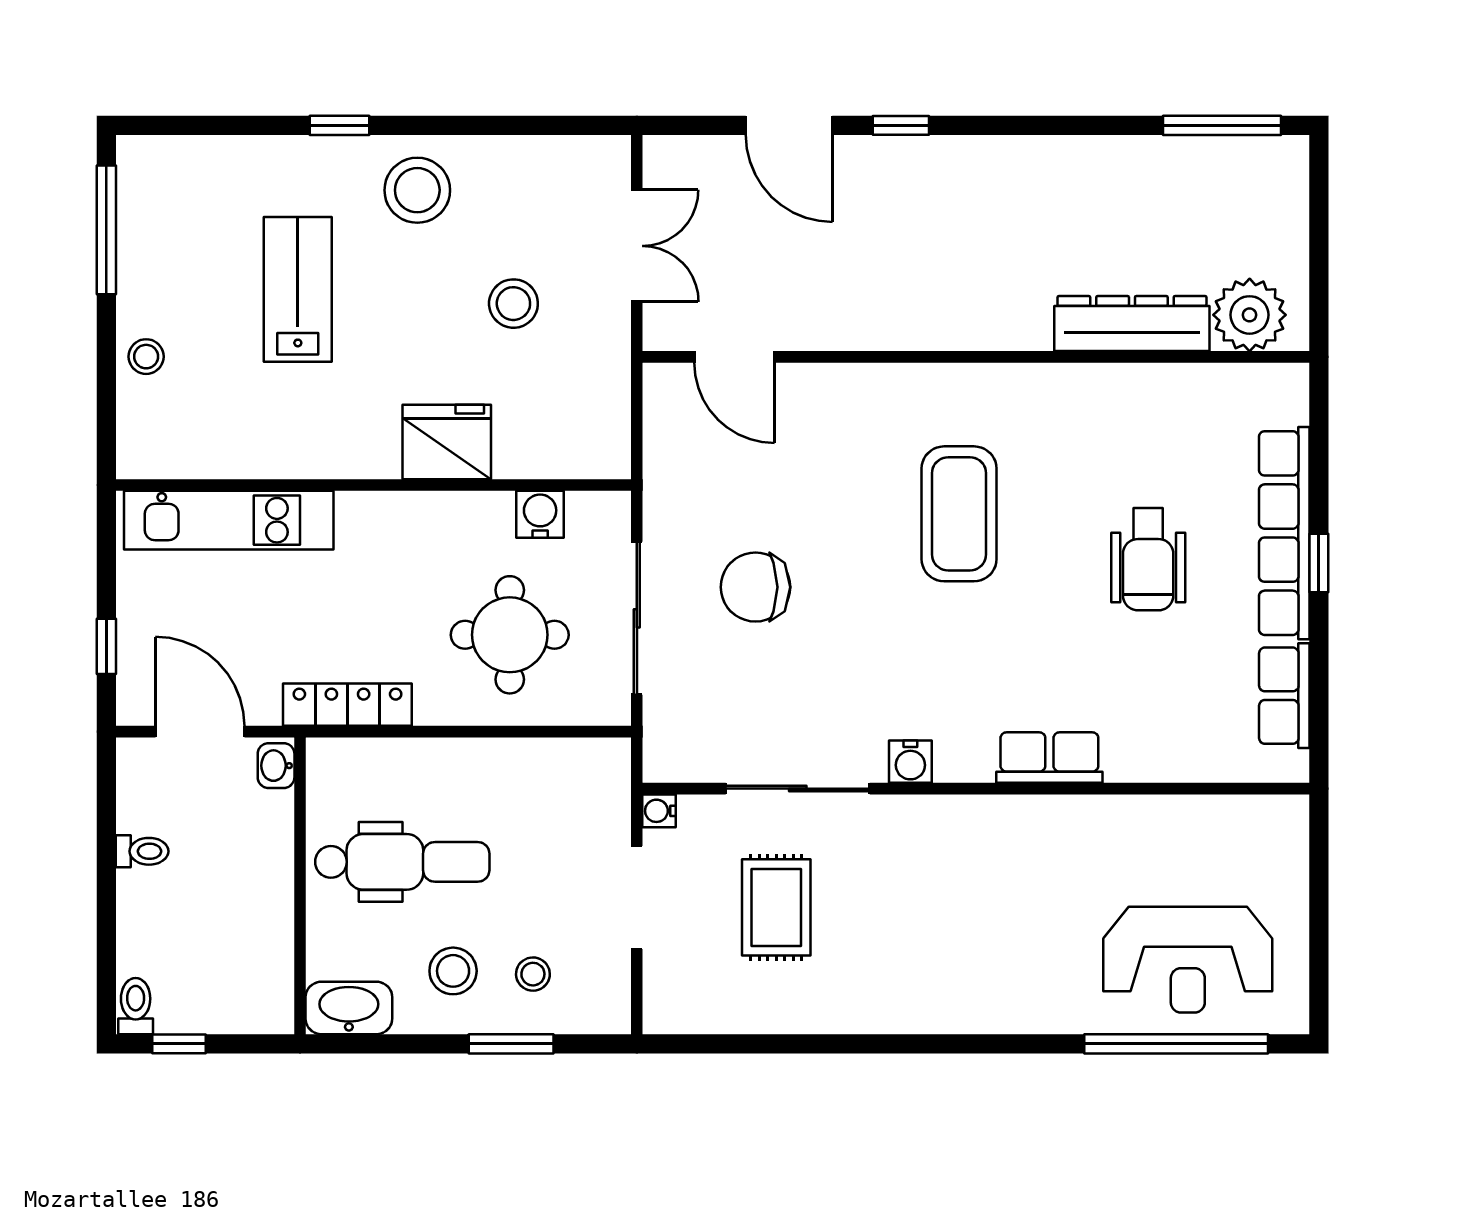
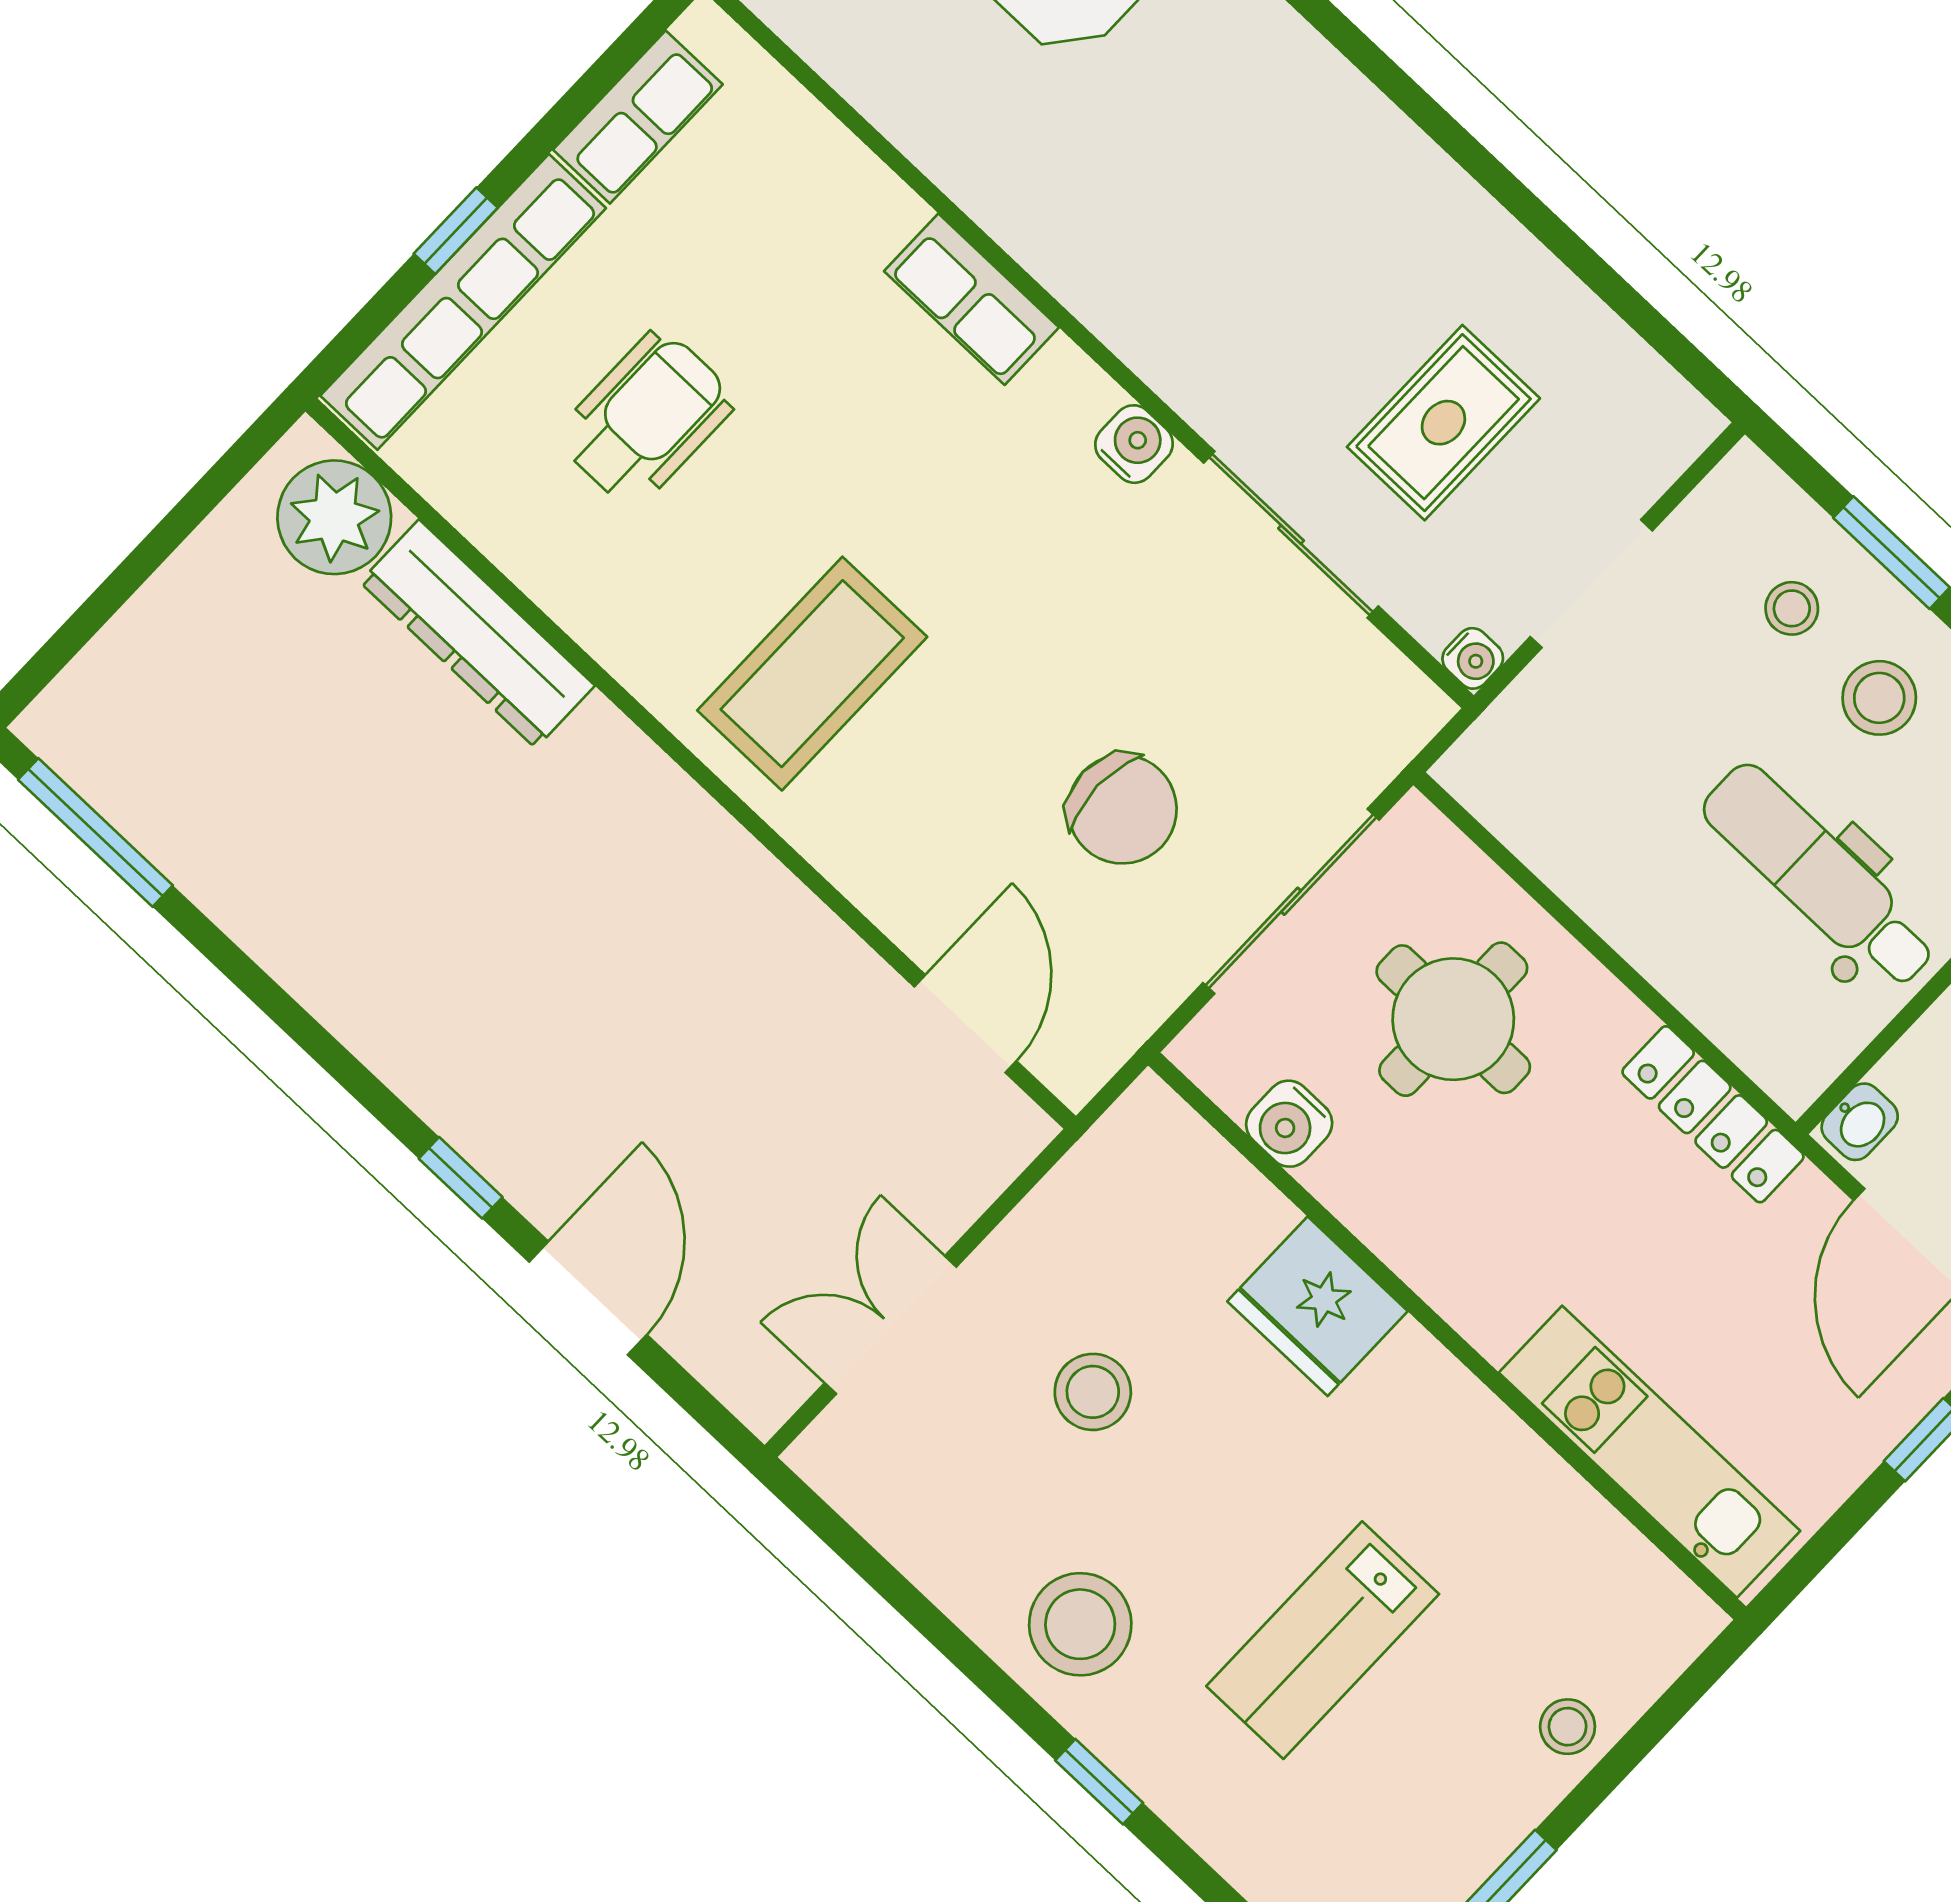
plant: (1250, 315) -> (334, 517), moved
dresser: (1132, 324) -> (477, 634), moved
door: (734, 357) -> (965, 1024), moved
wall: (976, 357) -> (691, 764), moved

